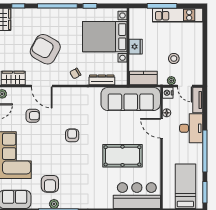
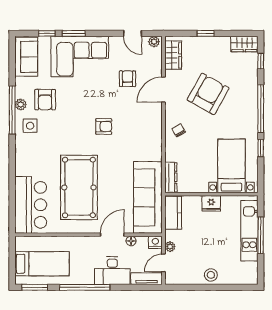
kitchen unit: (178, 15) -> (249, 231), moved
bed with nightstands: (105, 37) -> (231, 166), width x0.73
stool: (174, 58) -> (211, 275), moved
dresser: (102, 80) -> (171, 177), moved
armchair: (33, 116) -> (128, 79), turned 180
pool table: (122, 156) -> (79, 187), width x1.36, depth x1.32
armchair: (50, 184) -> (45, 100), turned -90
side table: (72, 196) -> (30, 126), added

